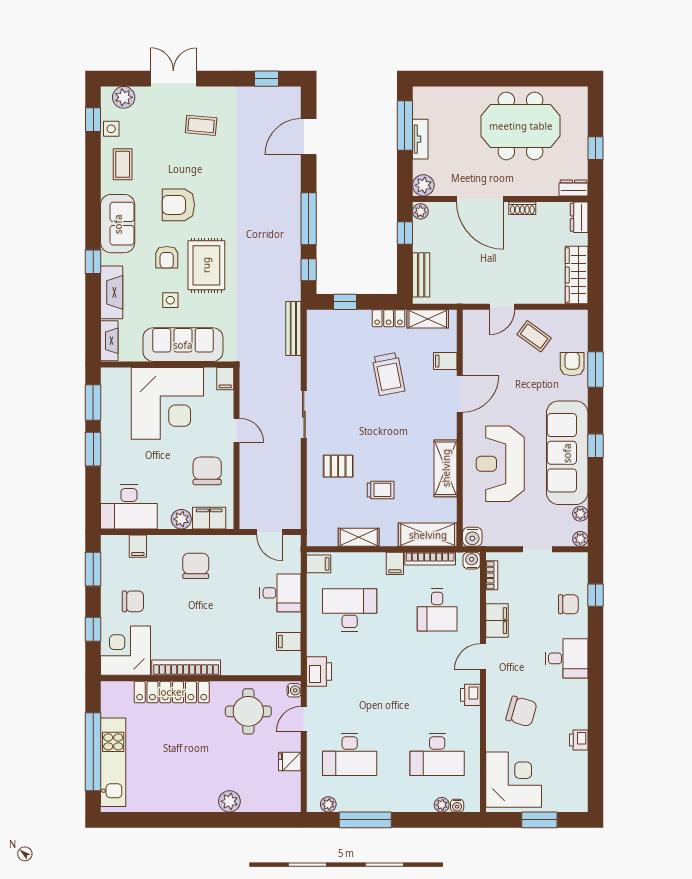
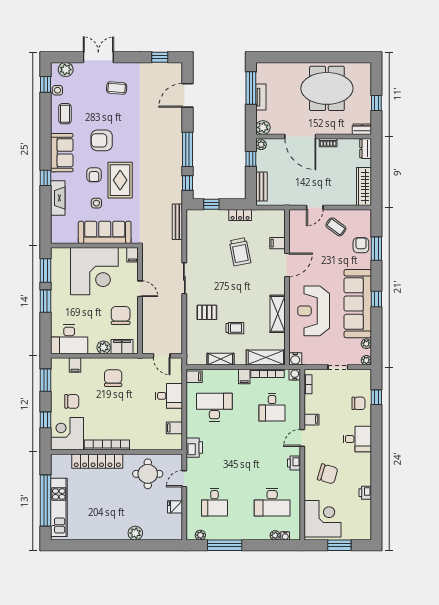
shelving: (428, 319) -> (266, 215), removed
fireplace: (109, 341) -> (56, 230), removed
filing cabinet: (497, 621) -> (311, 420), width x0.50
water cooler: (294, 690) -> (178, 460), removed
desk: (350, 754) -> (214, 502), width x0.73

